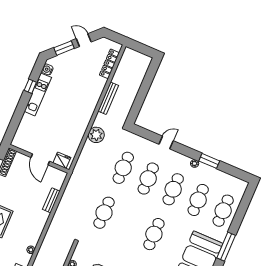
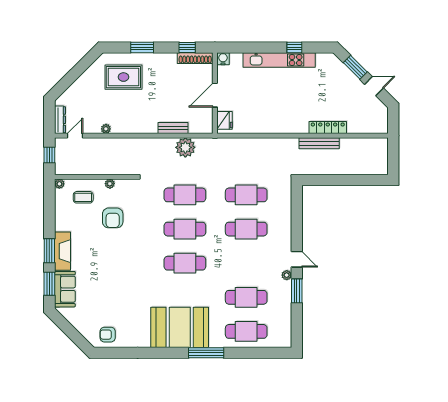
door: (84, 40) -> (374, 86), hinge flipped
locker: (109, 64) -> (328, 128), moved
water cooler: (47, 69) -> (223, 59), moved
kitchen unit: (38, 94) -> (279, 60), width x1.36
plant: (96, 135) -> (185, 147), moved
door: (166, 142) -> (297, 259), moved
cafe table: (173, 189) -> (185, 229), moved

